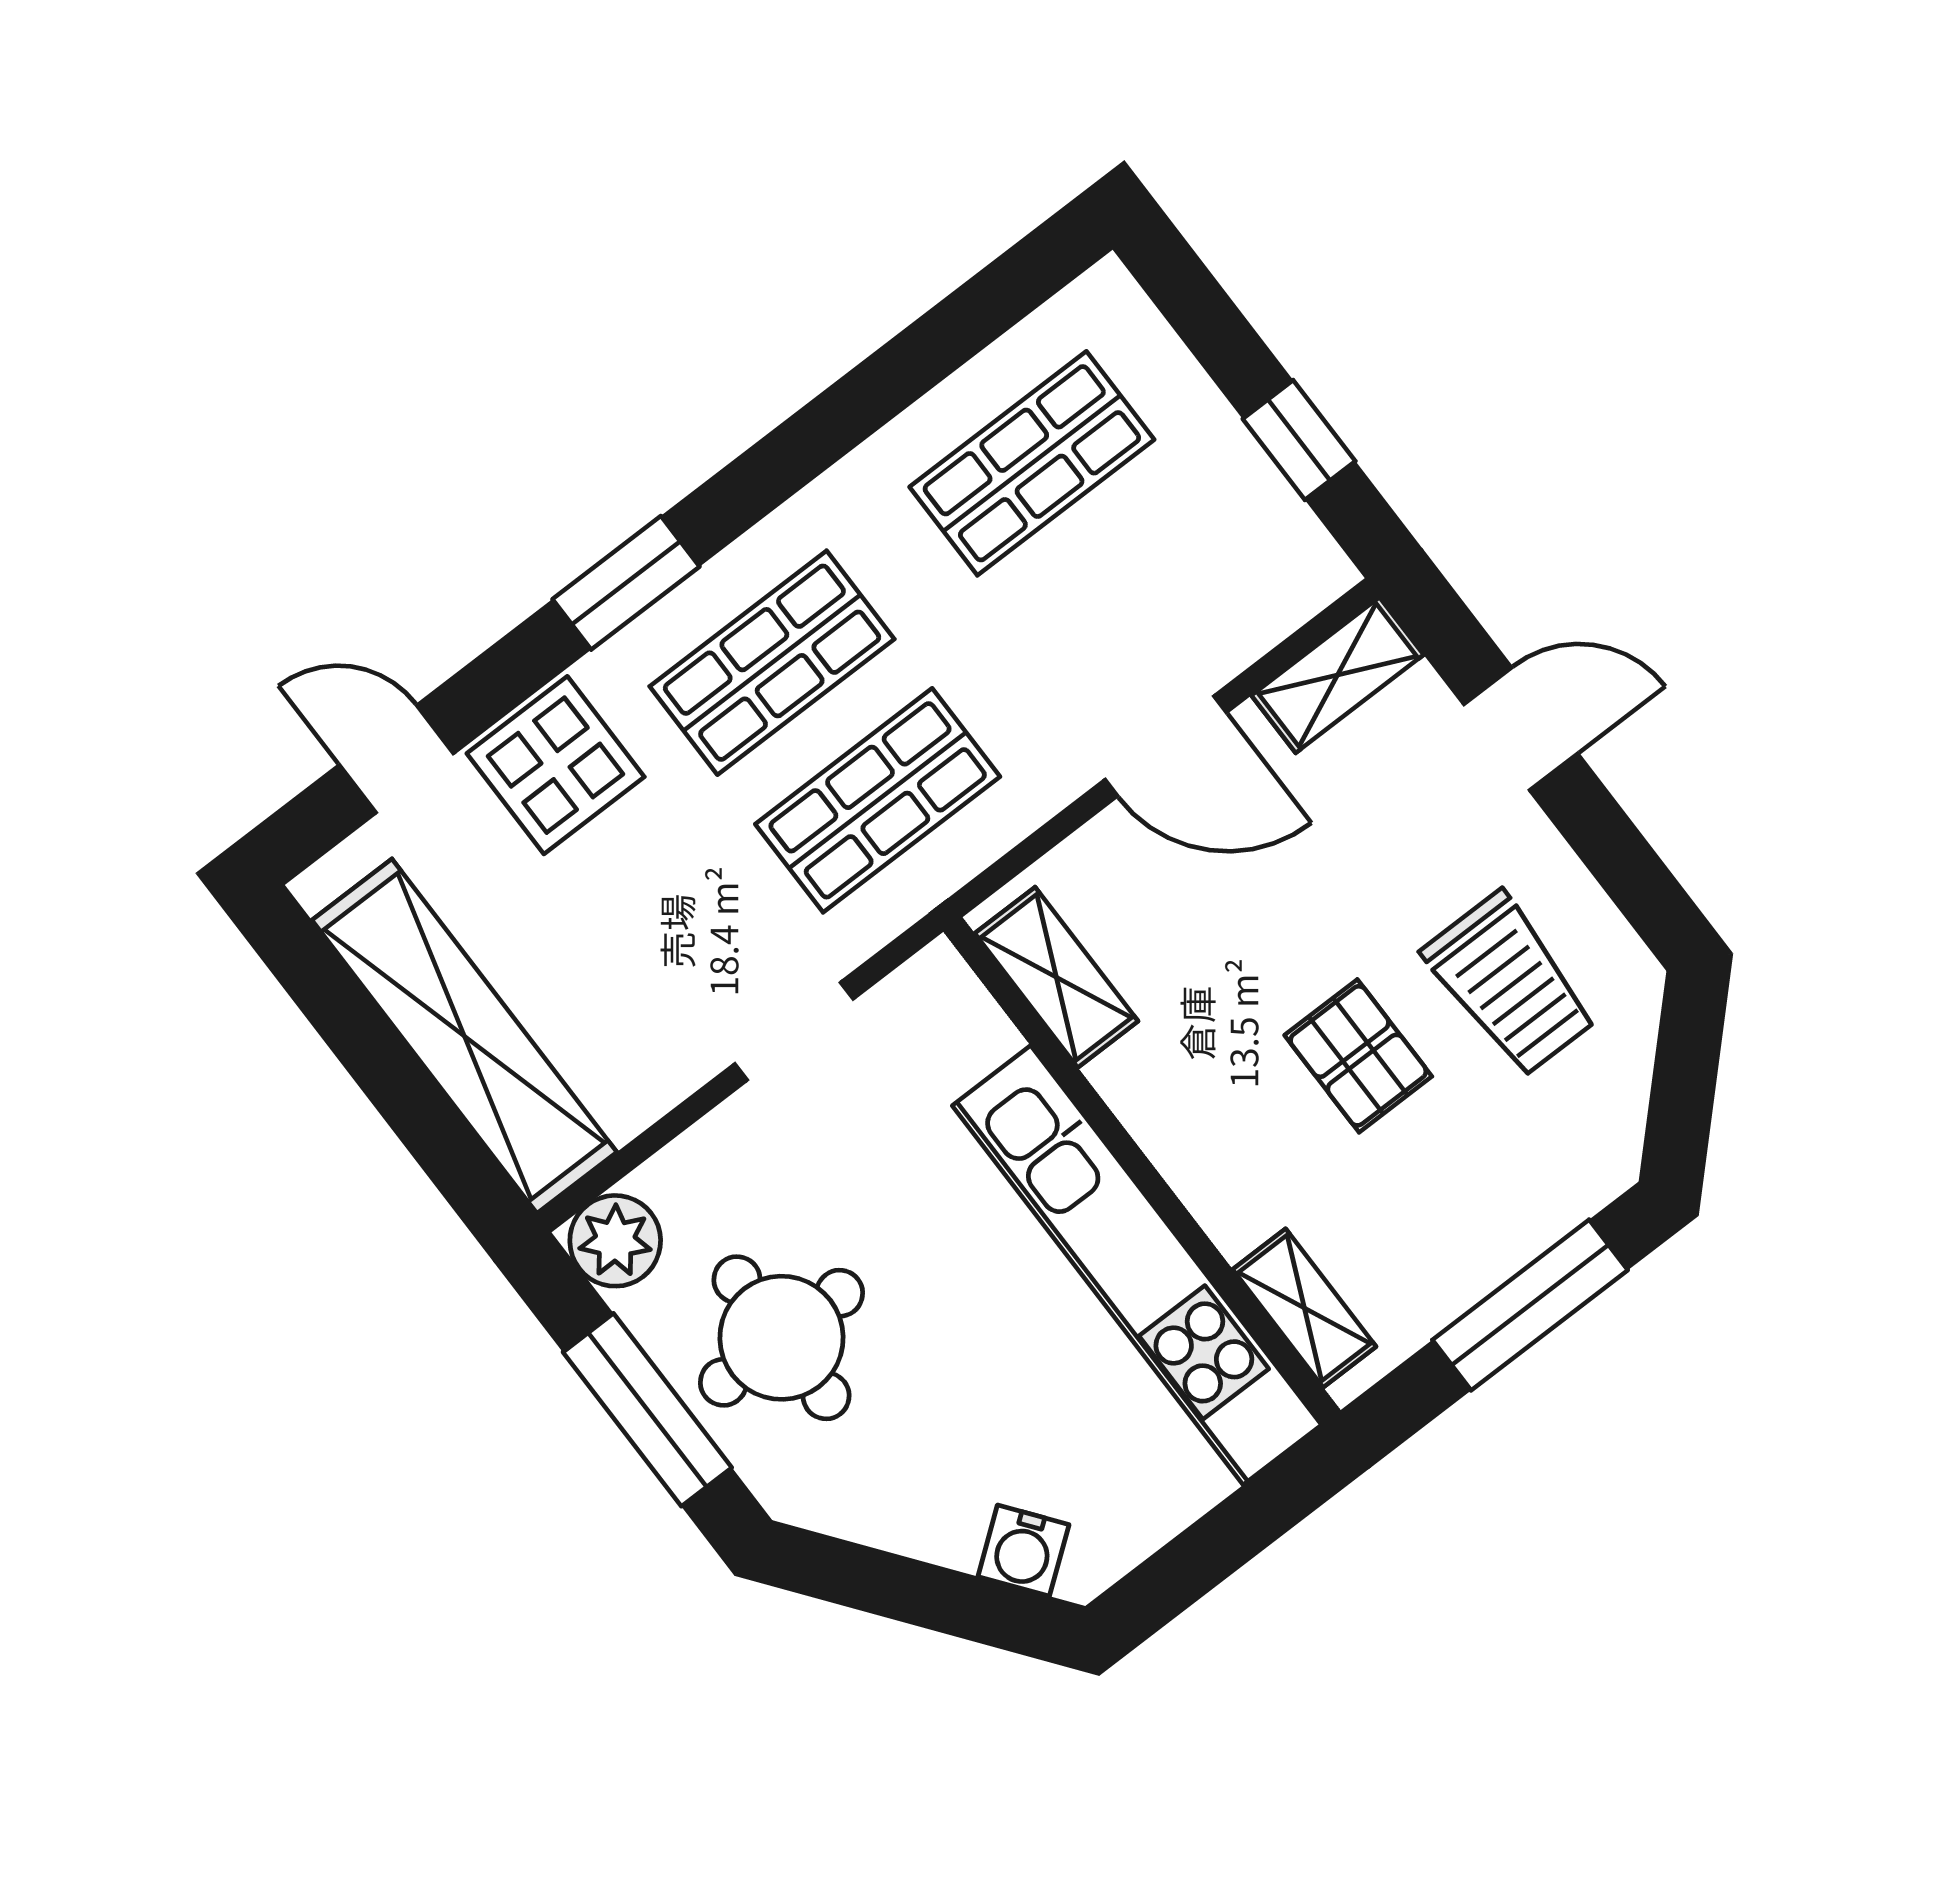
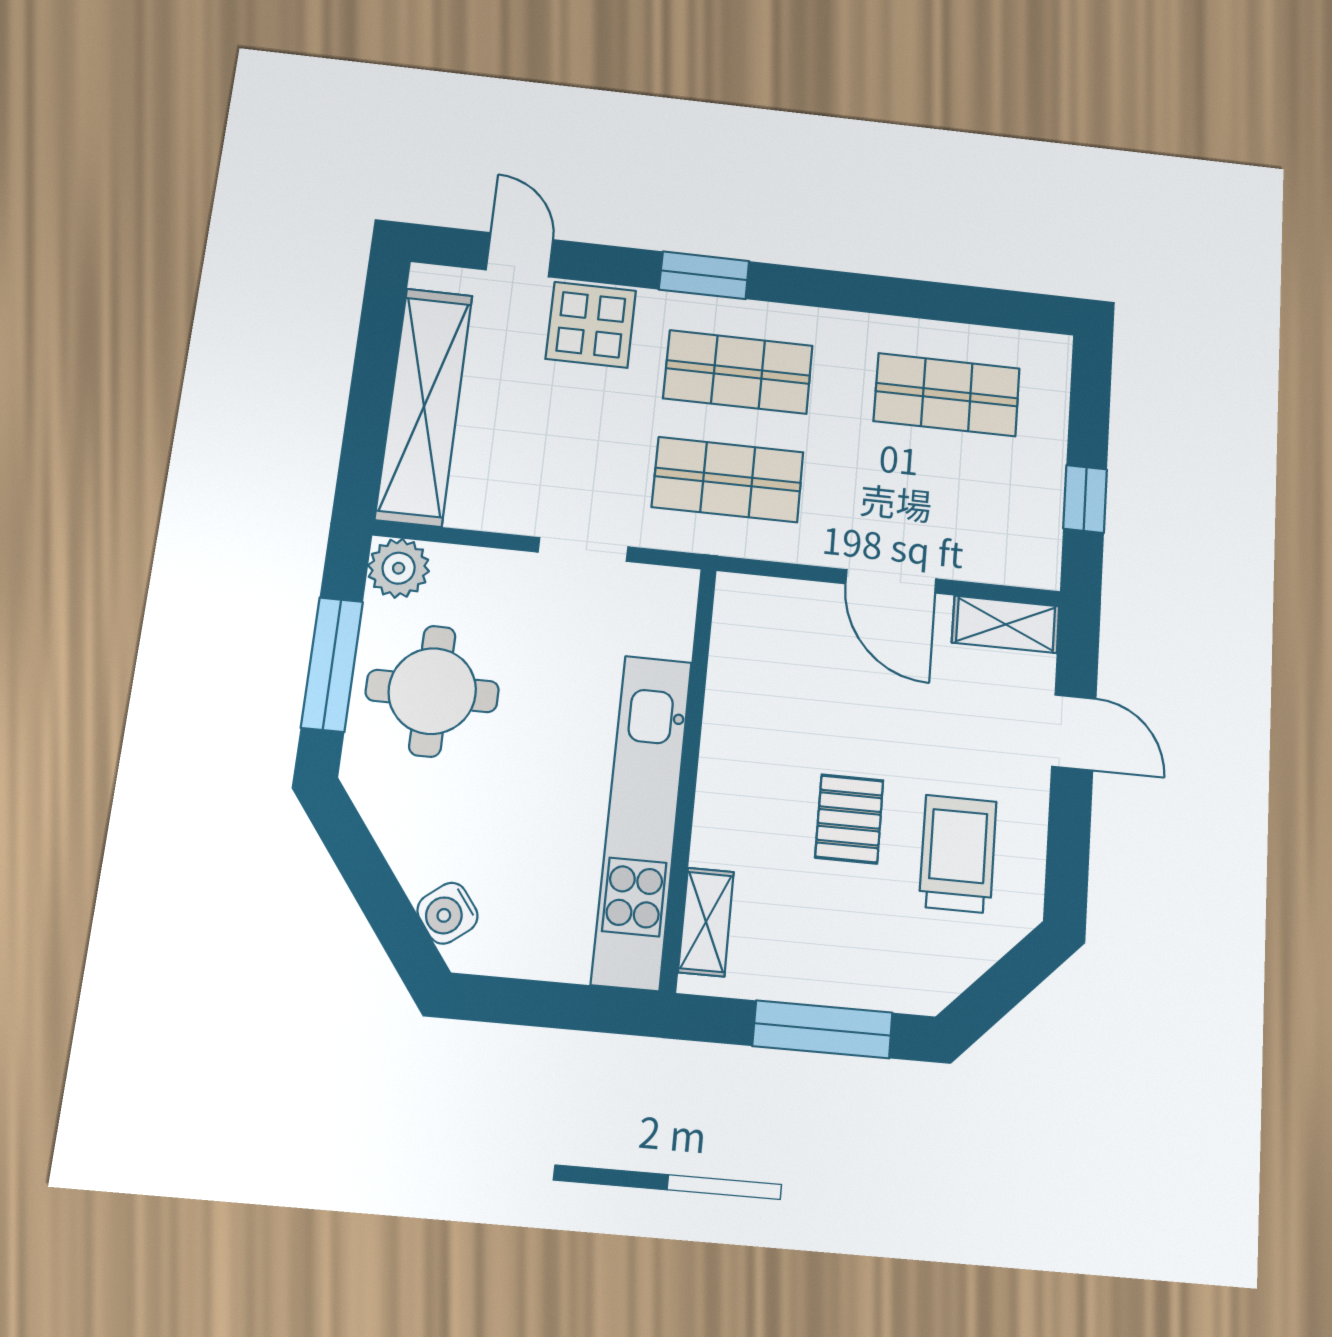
shelving: (1056, 977) -> (735, 642), removed
trolley: (1510, 984) -> (958, 854), turned 180

